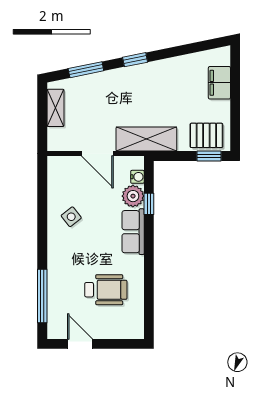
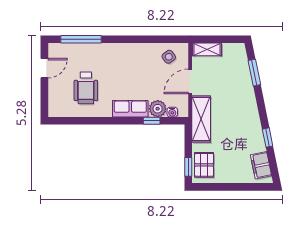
window: (135, 60) -> (268, 138), moved
filing cabinet: (219, 83) -> (261, 165), moved, turned -102
shelving: (55, 108) -> (207, 49), moved
side table: (71, 217) -> (169, 57), moved

